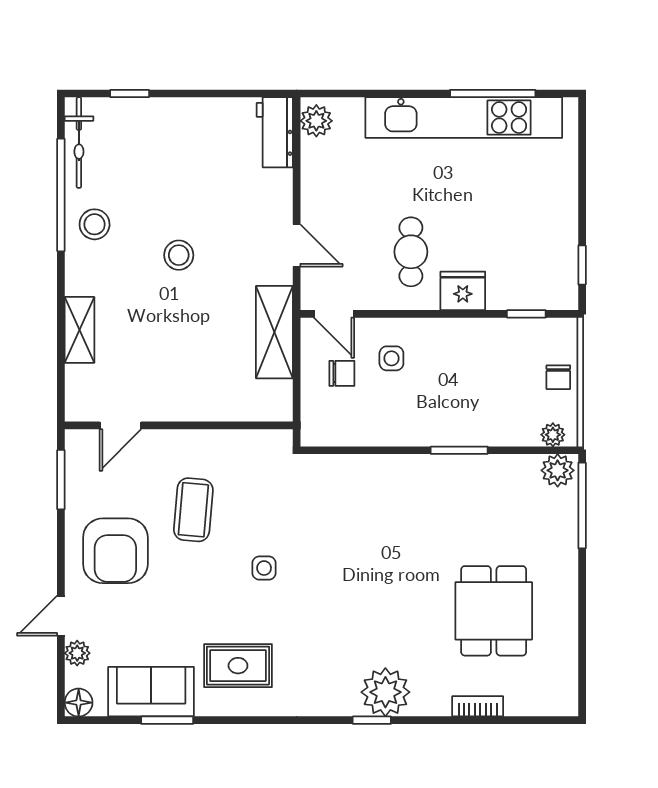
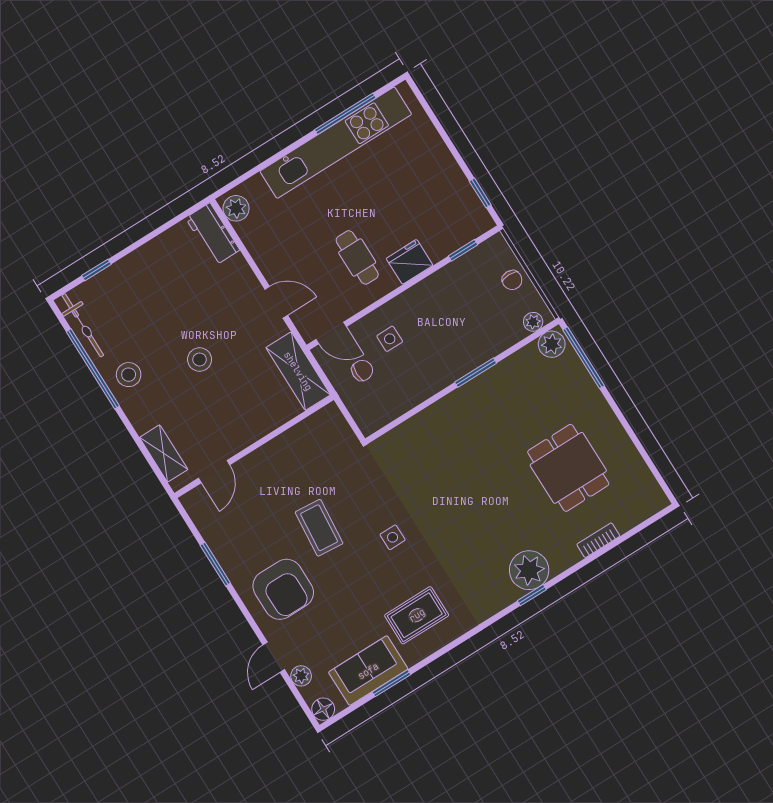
door: (120, 425) -> (214, 472), moved
wall: (179, 425) -> (254, 446), moved

